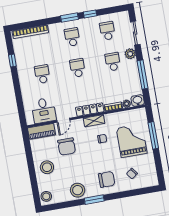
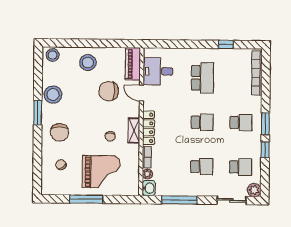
plant: (130, 54) -> (254, 190), moved
school desk: (42, 74) -> (203, 78), width x1.85
window: (153, 135) -> (86, 199), moved

